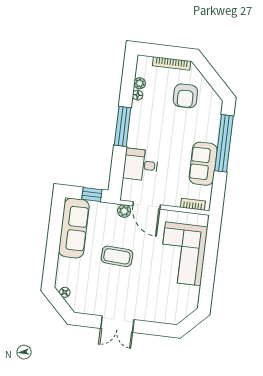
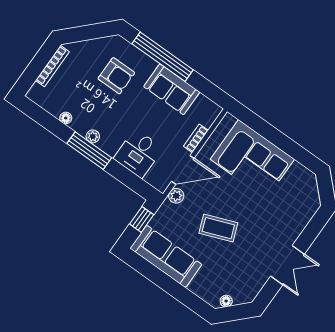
plant: (140, 83) -> (93, 136), moved
armchair: (185, 96) -> (116, 76), moved
bookcase: (193, 204) -> (196, 138), moved
coffee table: (117, 256) -> (218, 228), turned 66

